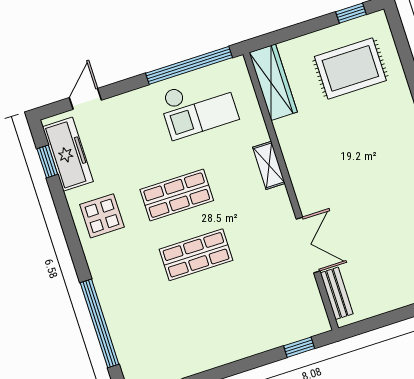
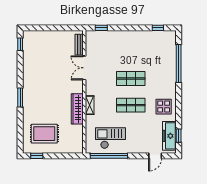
wardrobe: (273, 82) -> (77, 109), moved

